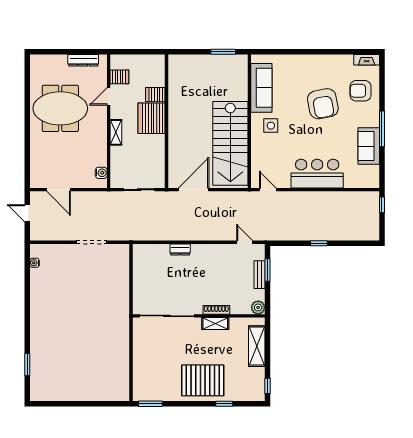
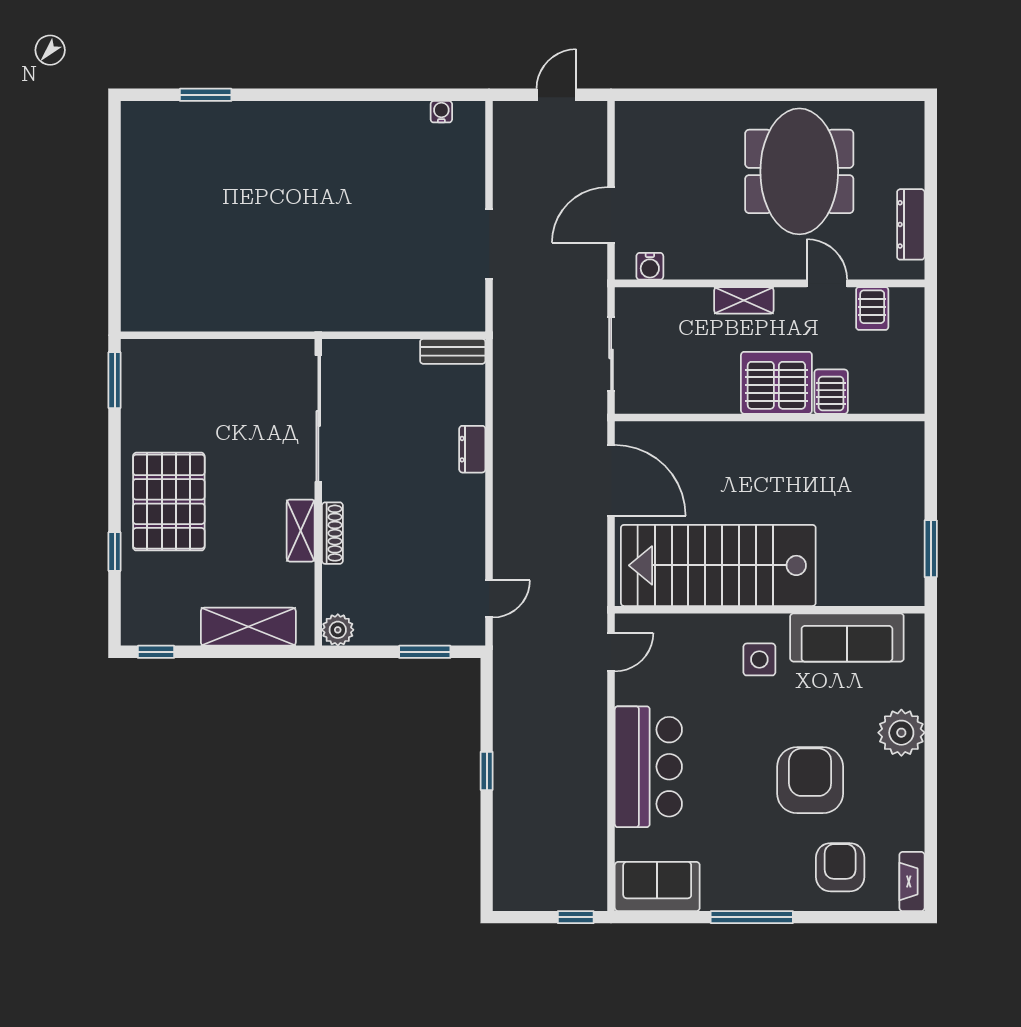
plant: (302, 64) -> (901, 733), added
armchair: (323, 104) -> (810, 780), turned 101
sofa: (369, 146) -> (657, 886), moved
door: (59, 190) -> (611, 215), moved
bench: (260, 275) -> (453, 351), moved

